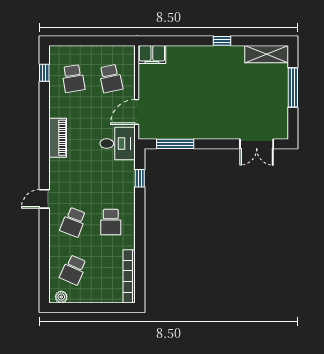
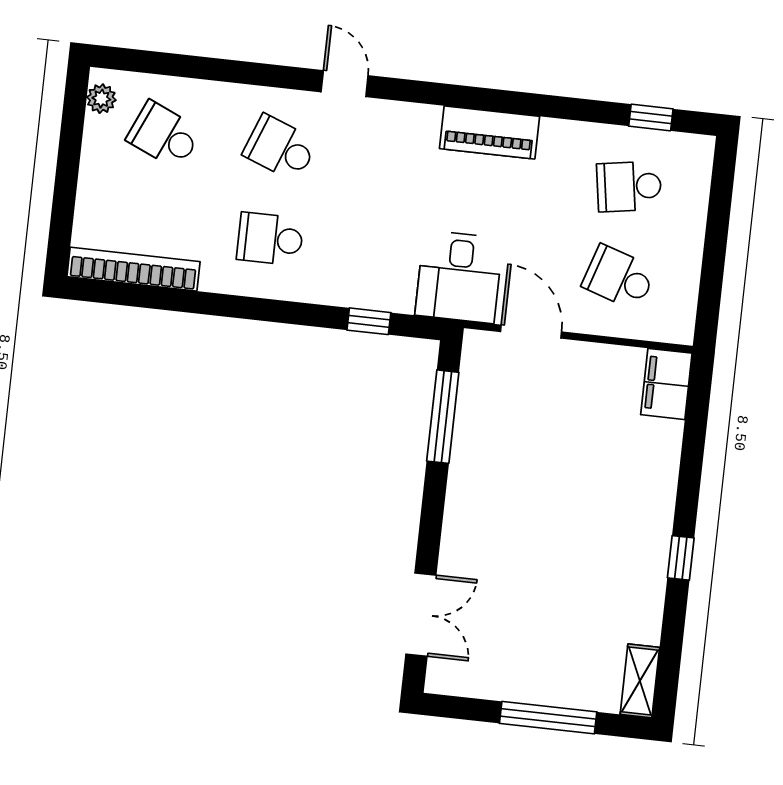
shelving: (267, 54) -> (640, 681), width x0.67, depth x0.75
school desk: (111, 78) -> (619, 278), turned 30
double door: (257, 144) -> (421, 615), swing flipped

